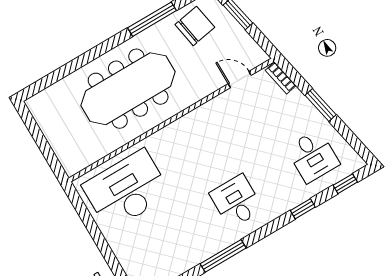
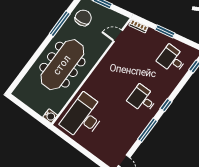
desk: (313, 156) -> (172, 59), turned 180
water cooler: (72, 165) -> (50, 116), added
window: (303, 209) -> (166, 105), moved

